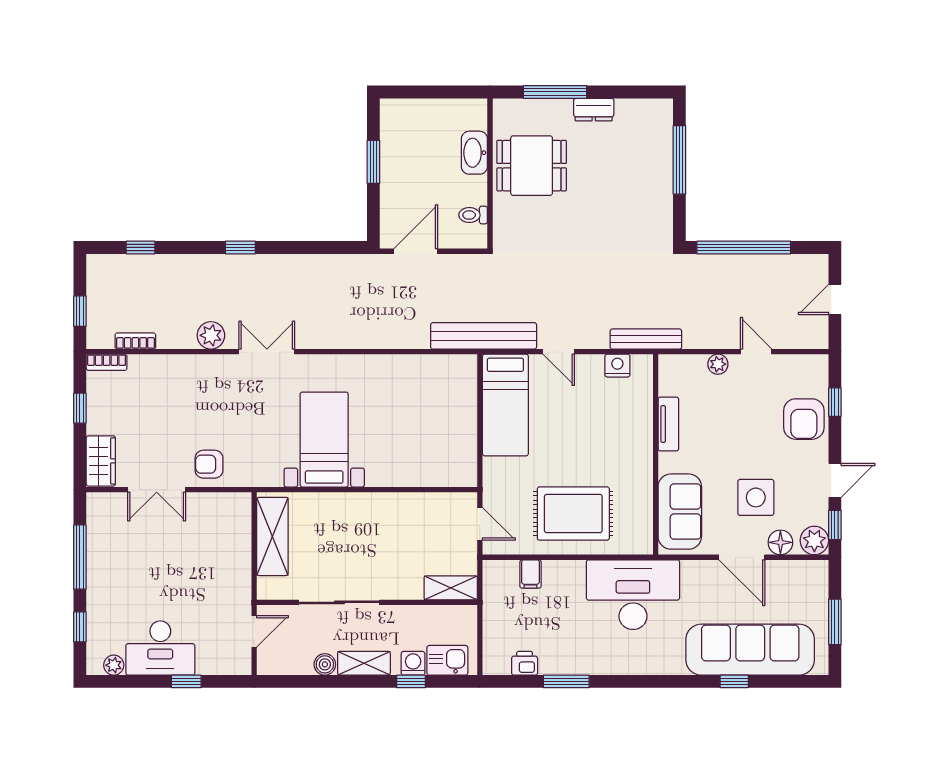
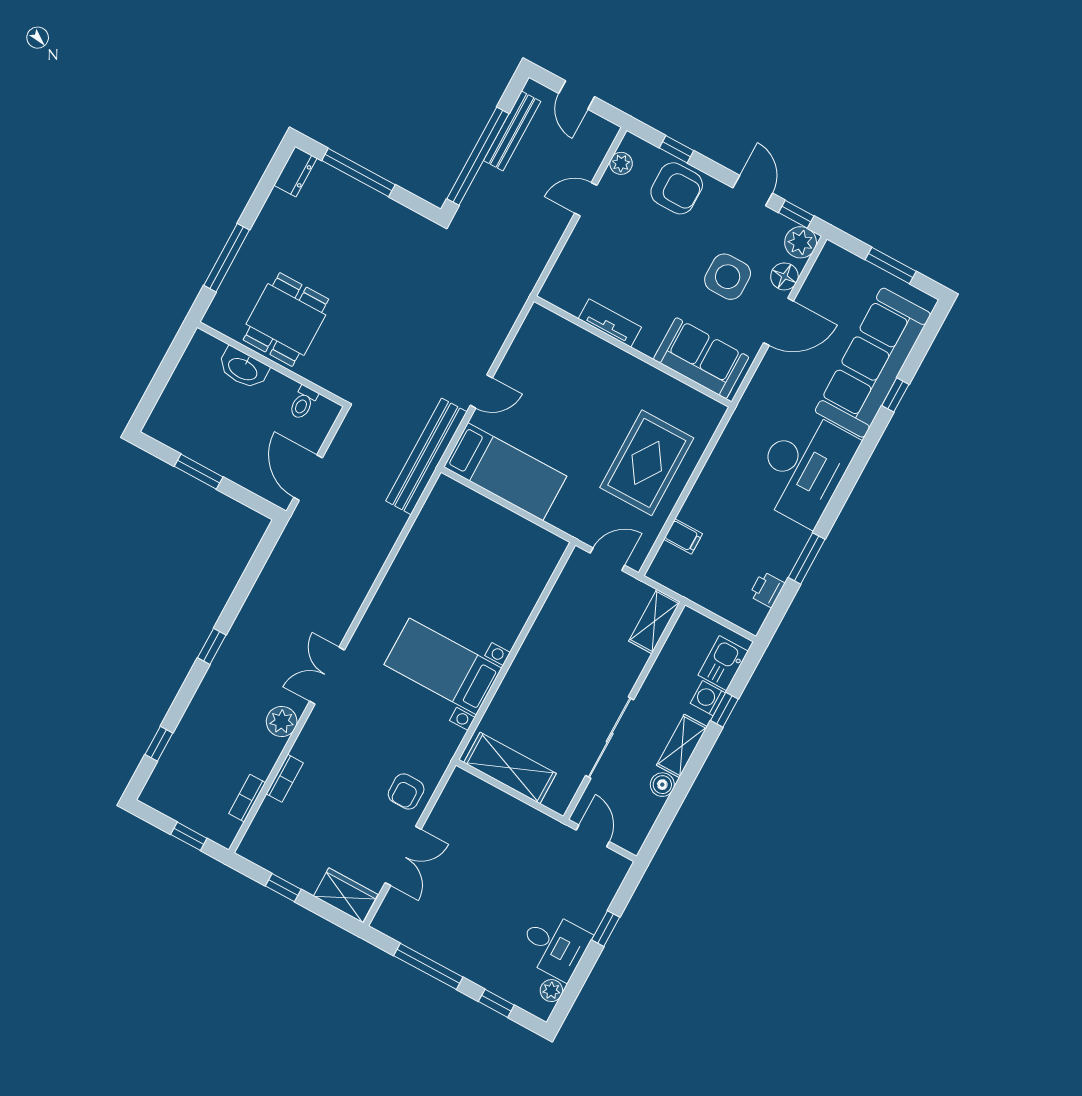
dresser: (594, 110) -> (296, 172), moved
bench: (646, 339) -> (512, 131), moved
bookcase: (107, 362) -> (285, 778), moved
plant: (718, 364) -> (621, 163), moved
nightstand: (617, 366) -> (526, 342), removed
desk: (633, 595) -> (804, 467), moved, turned 180
desk: (160, 648) -> (554, 945), width x0.73

